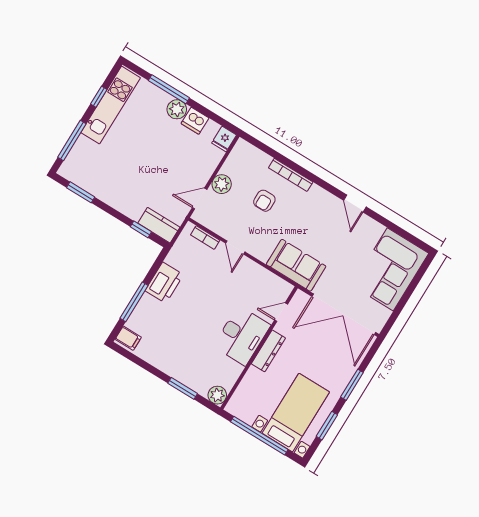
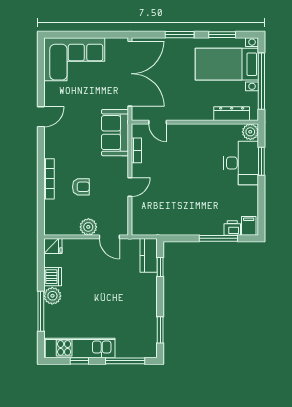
bookcase: (205, 238) -> (136, 150), moved
printer: (164, 283) -> (232, 228), moved, width x0.53, depth x0.68
desk: (242, 336) -> (241, 163), moved, turned 90
dresser: (268, 351) -> (232, 114), moved

